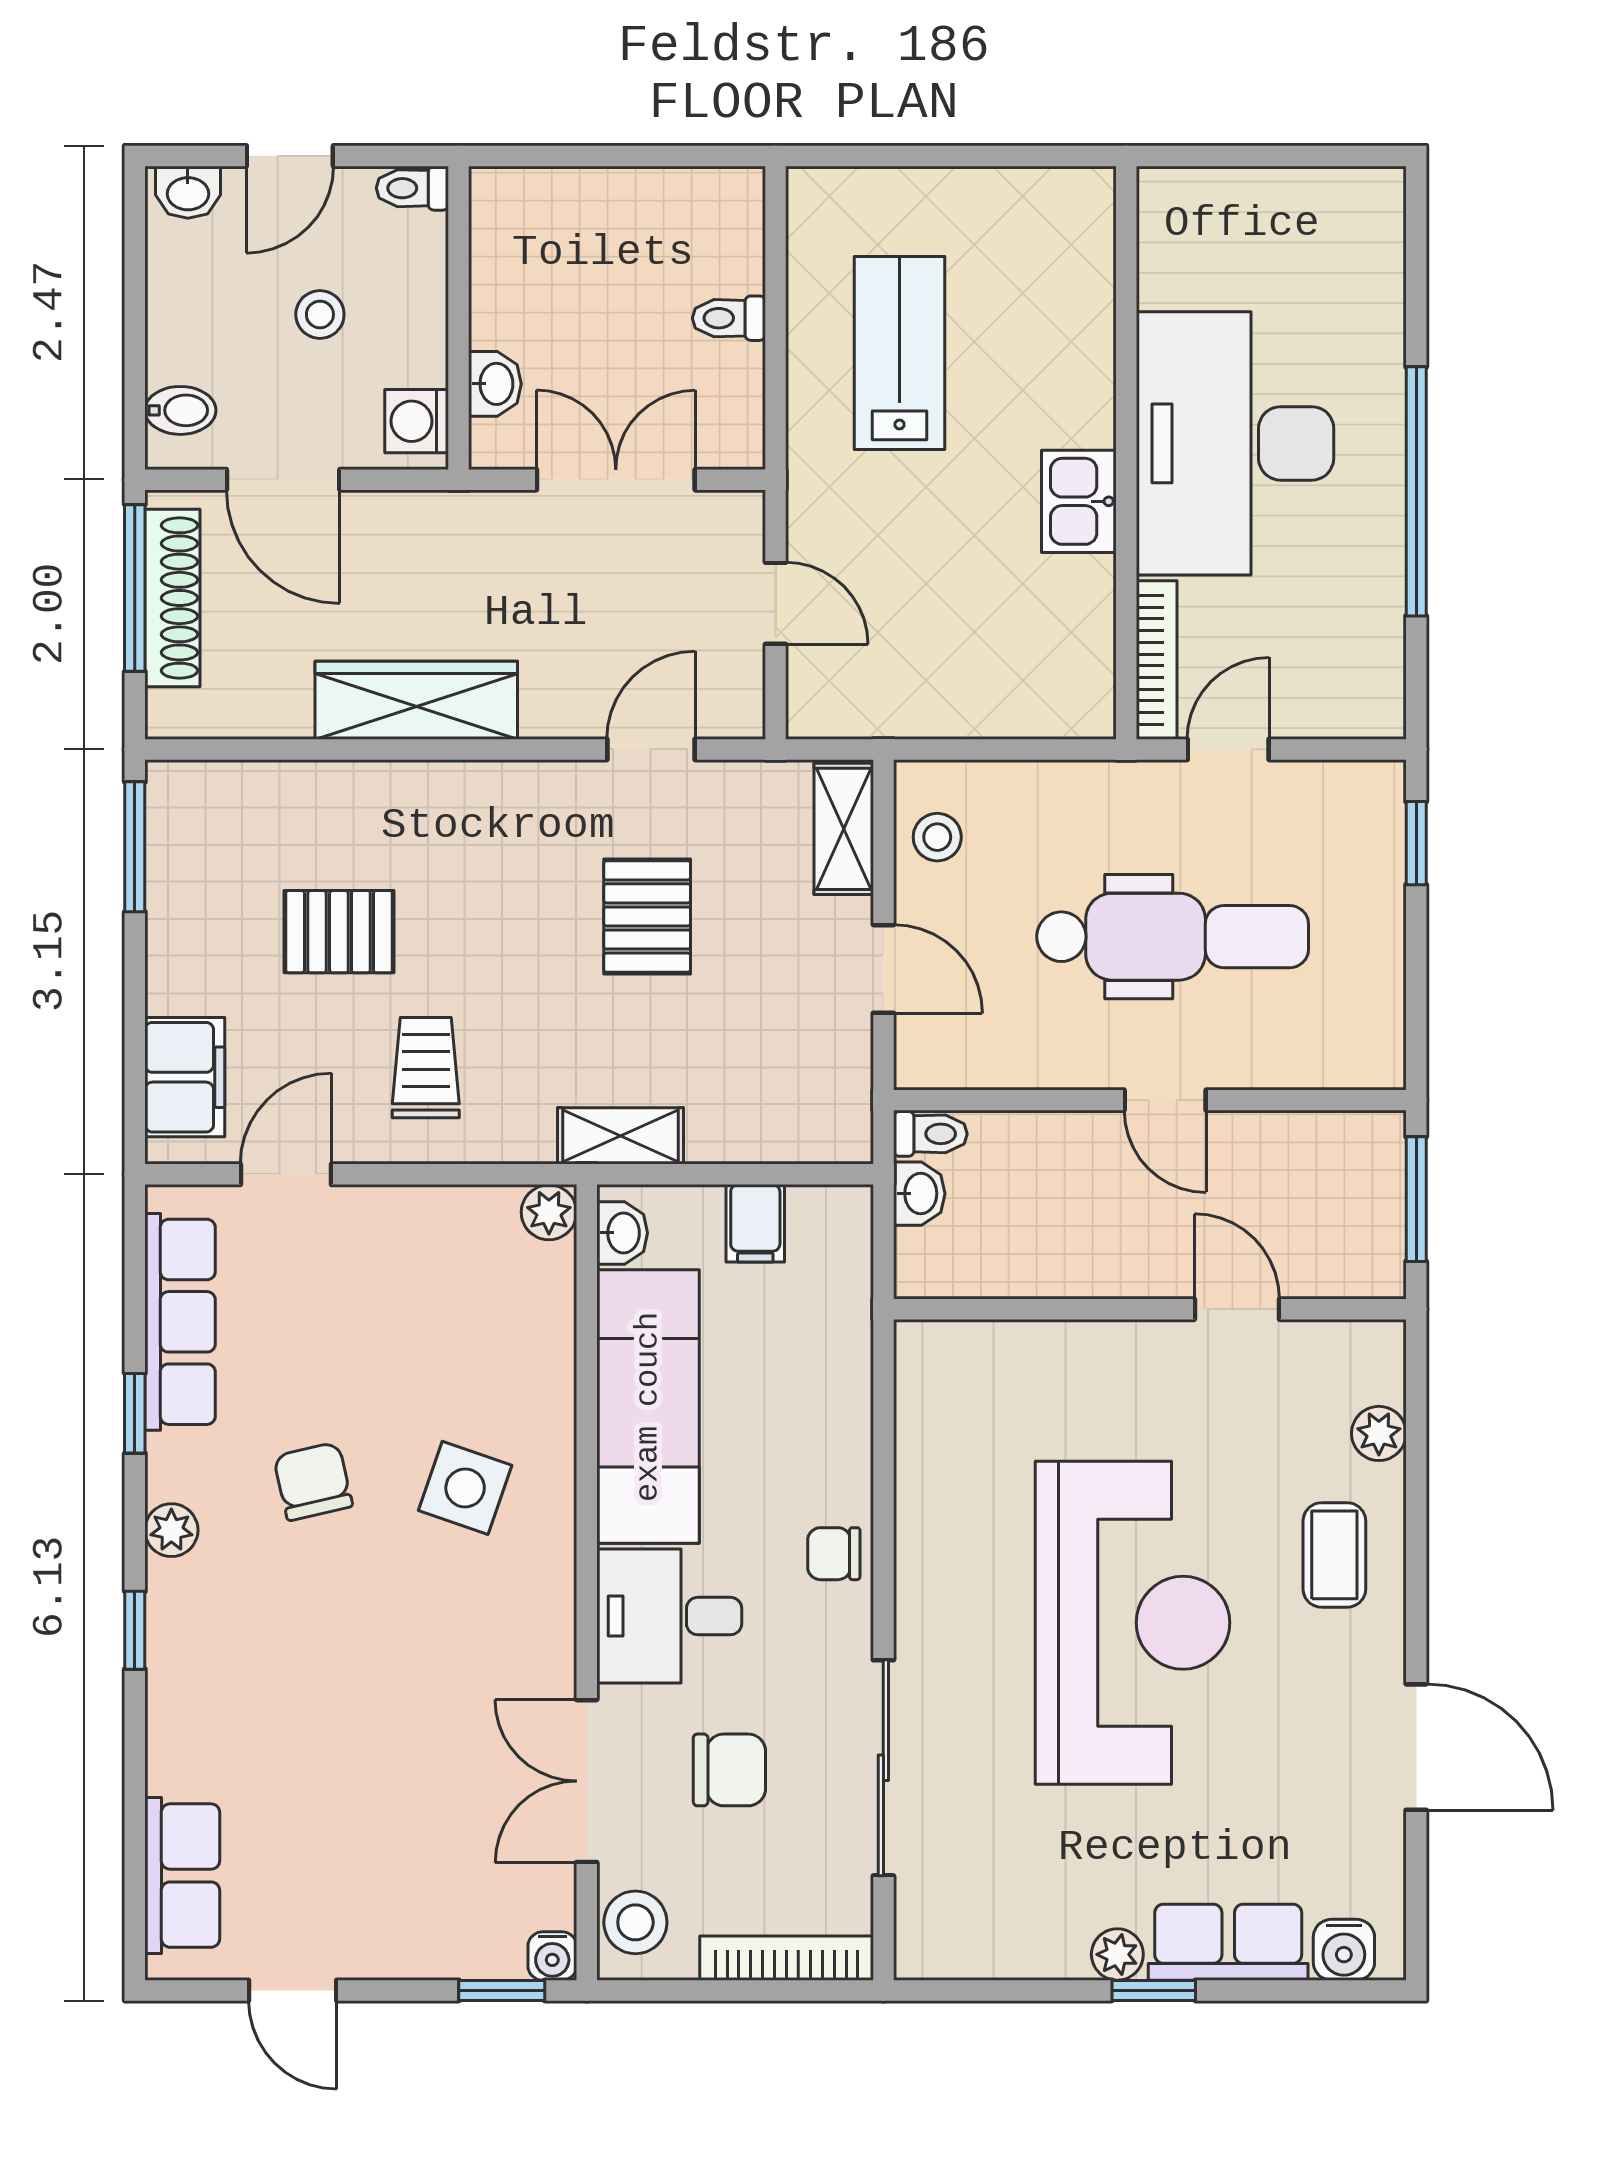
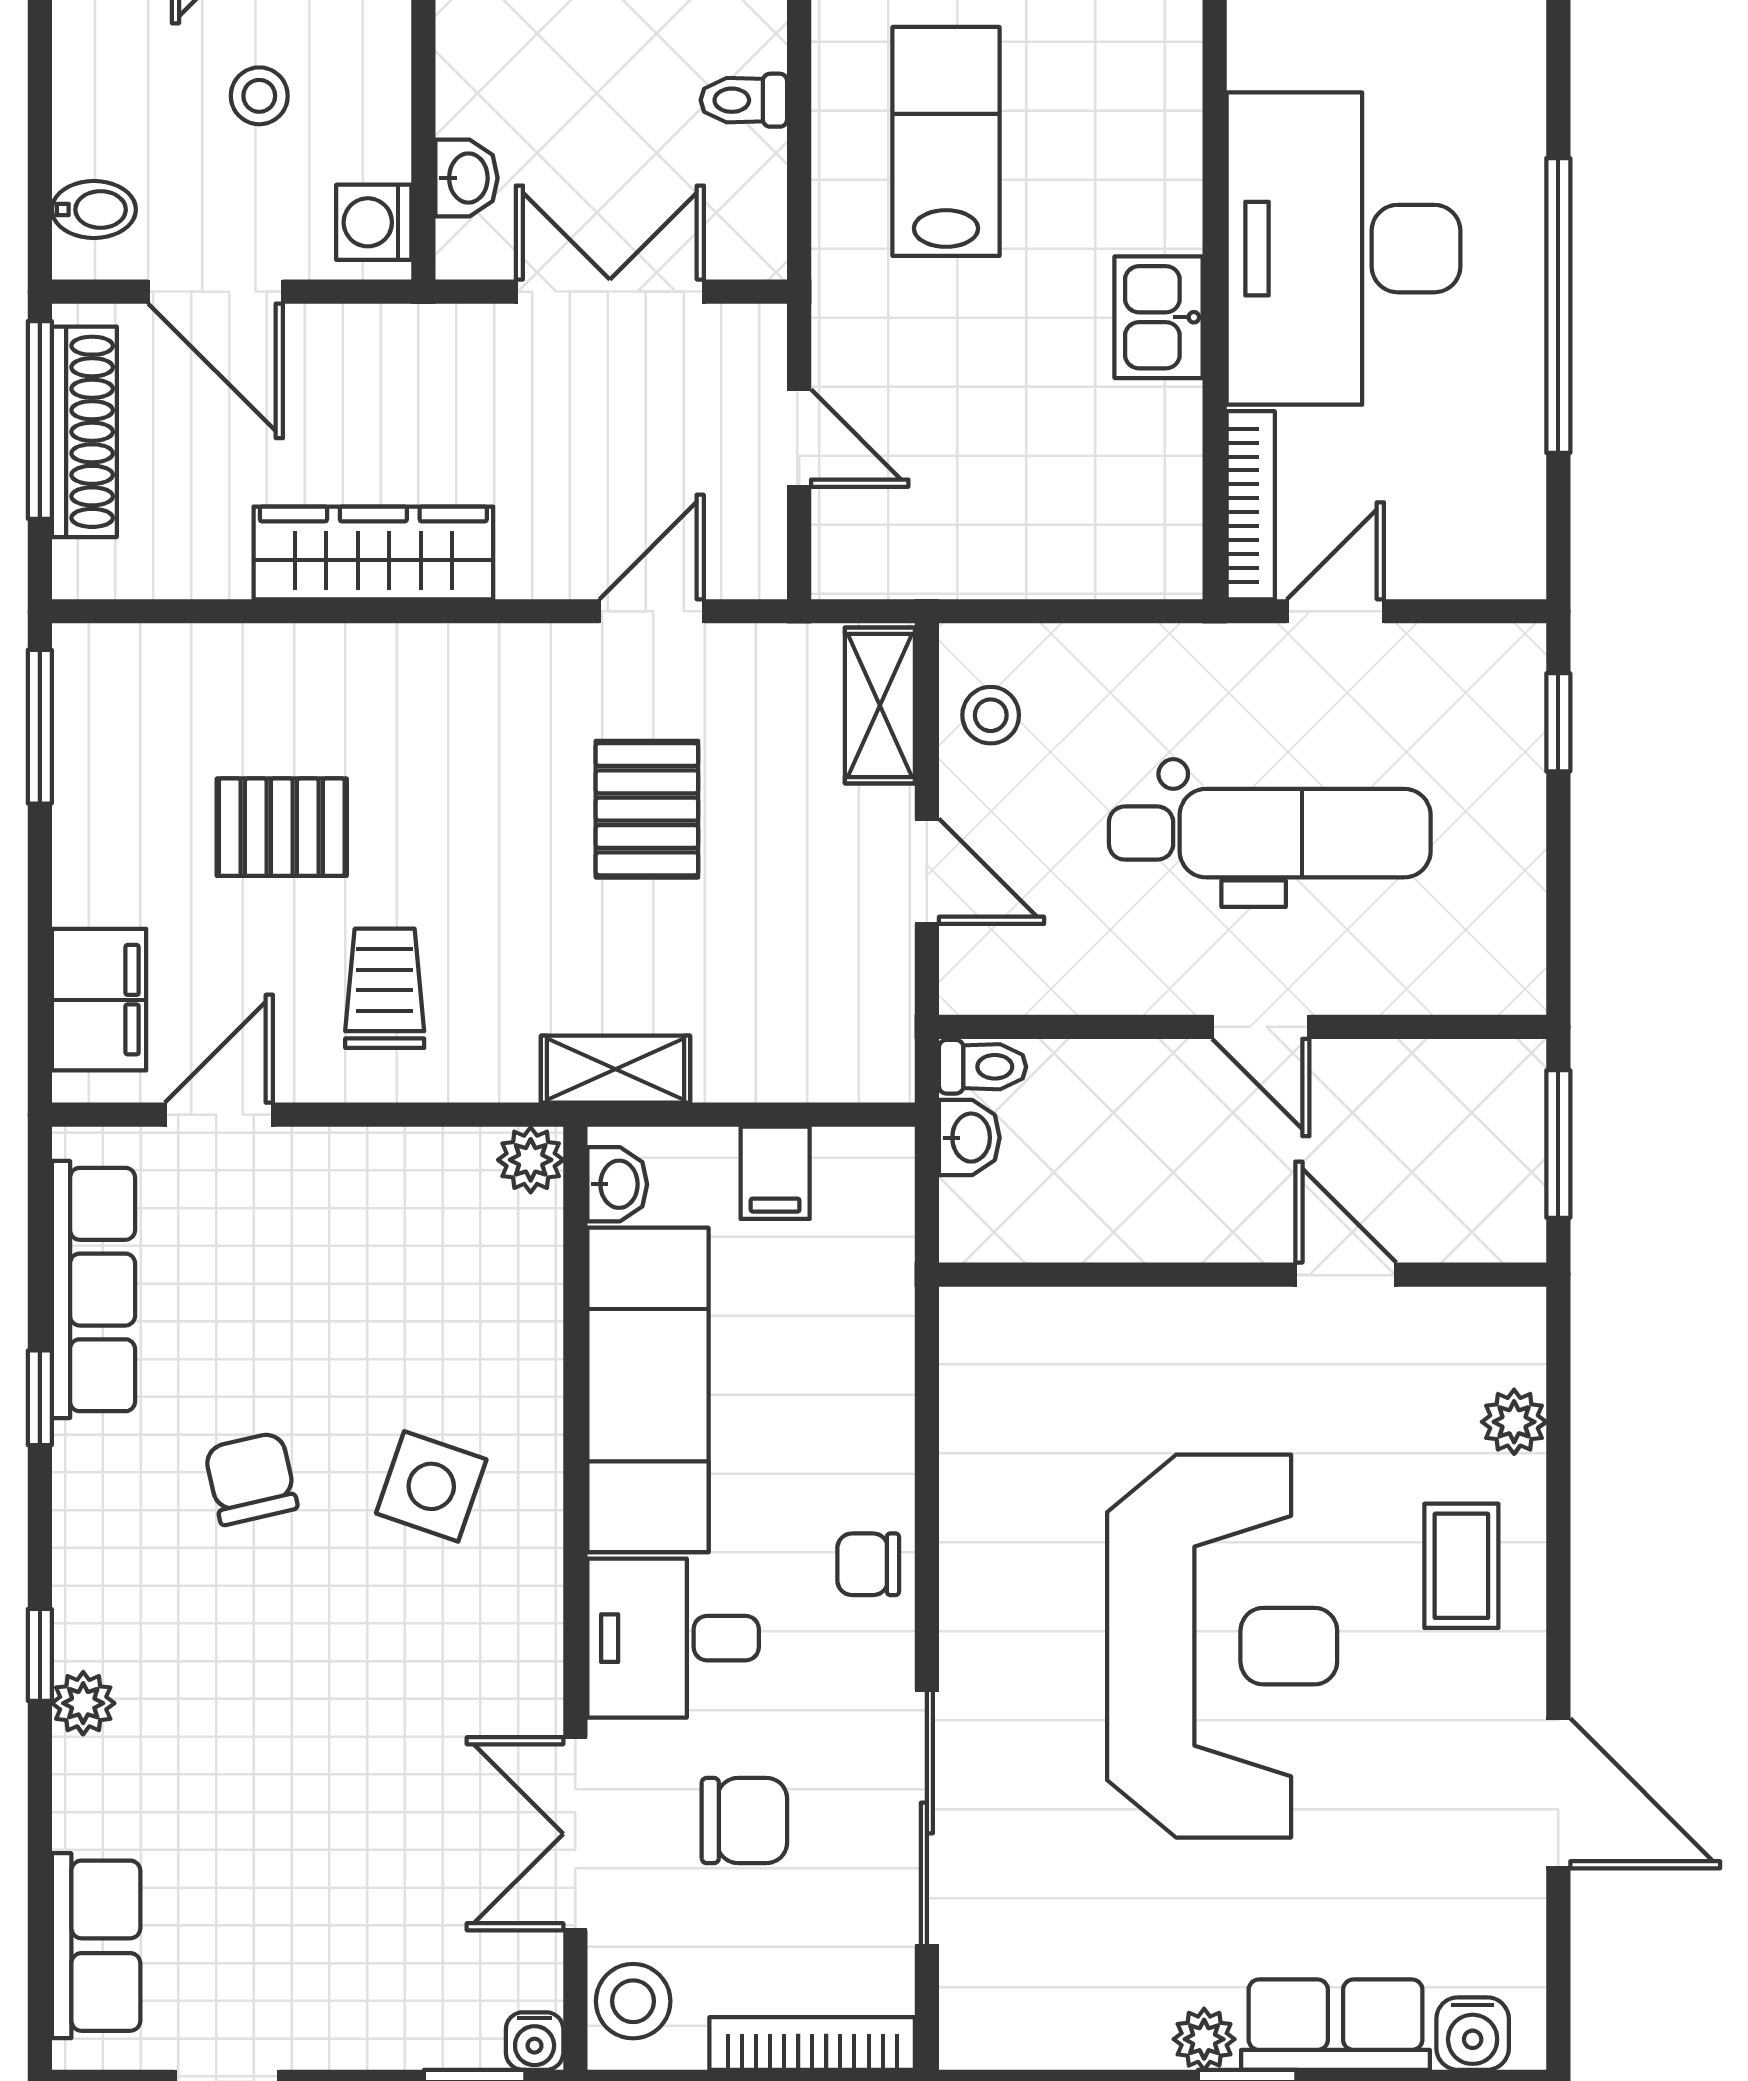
plant: (171, 1530) -> (83, 1703), moved

